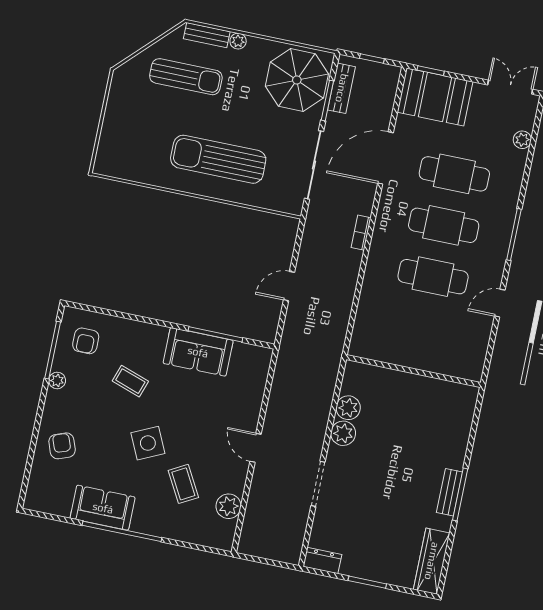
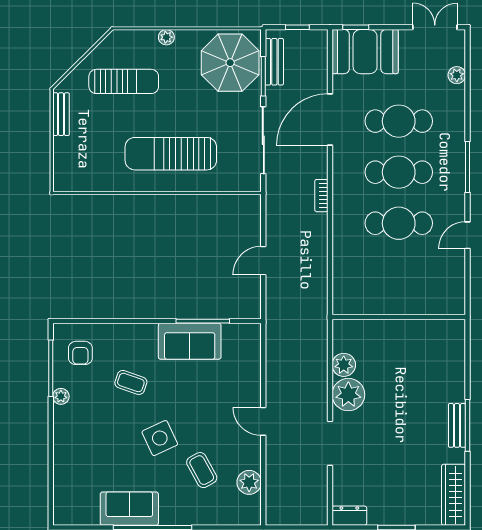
bench: (207, 35) -> (61, 114), moved, turned 90
plant: (343, 433) -> (348, 395), width x1.36, depth x1.36
armchair: (62, 446) -> (79, 458), removed

